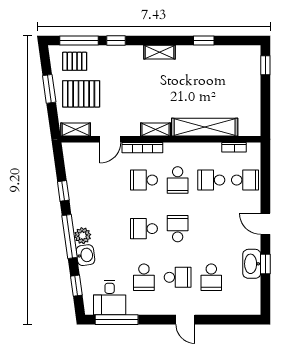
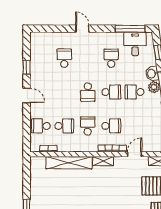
washbasin: (252, 264) -> (36, 68), removed
school desk: (178, 277) -> (135, 92), moved

